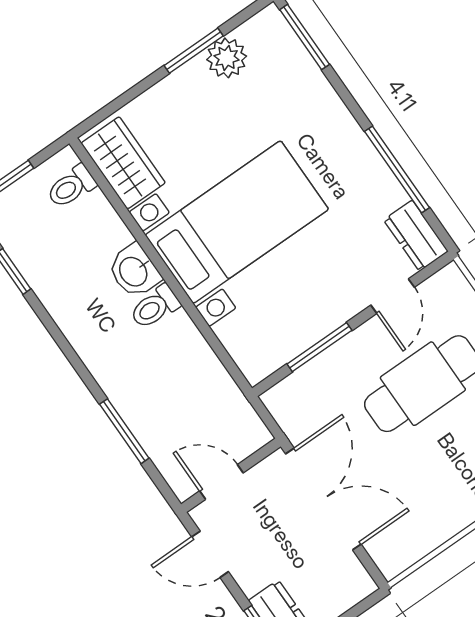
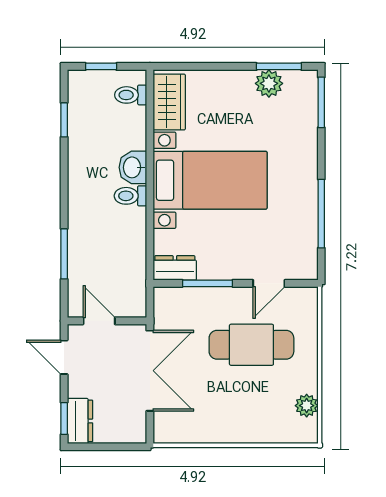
window: (194, 51) -> (279, 66), moved
dresser: (416, 236) -> (175, 268), moved, turned 90

